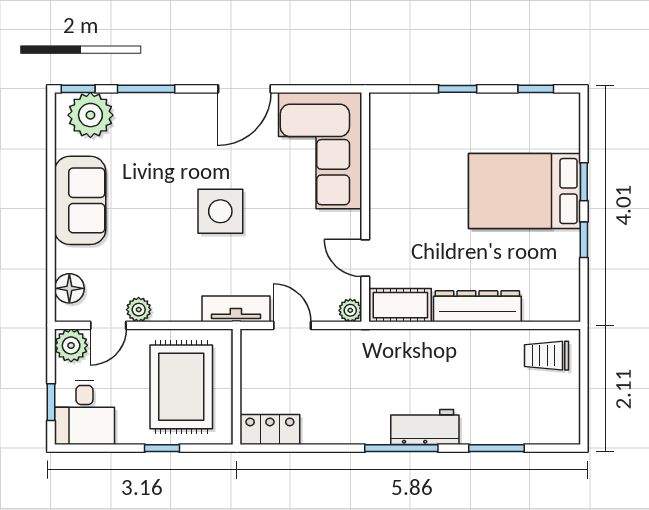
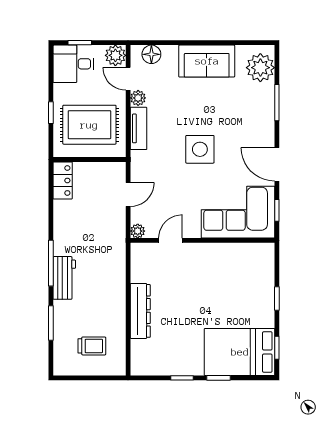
window: (78, 89) -> (277, 210), moved
bed: (524, 191) -> (240, 352), moved, turned -90
cot: (400, 305) -> (141, 263), removed
tv unit: (236, 309) -> (139, 128), moved
trolley: (547, 356) -> (92, 346), moved, turned 90

